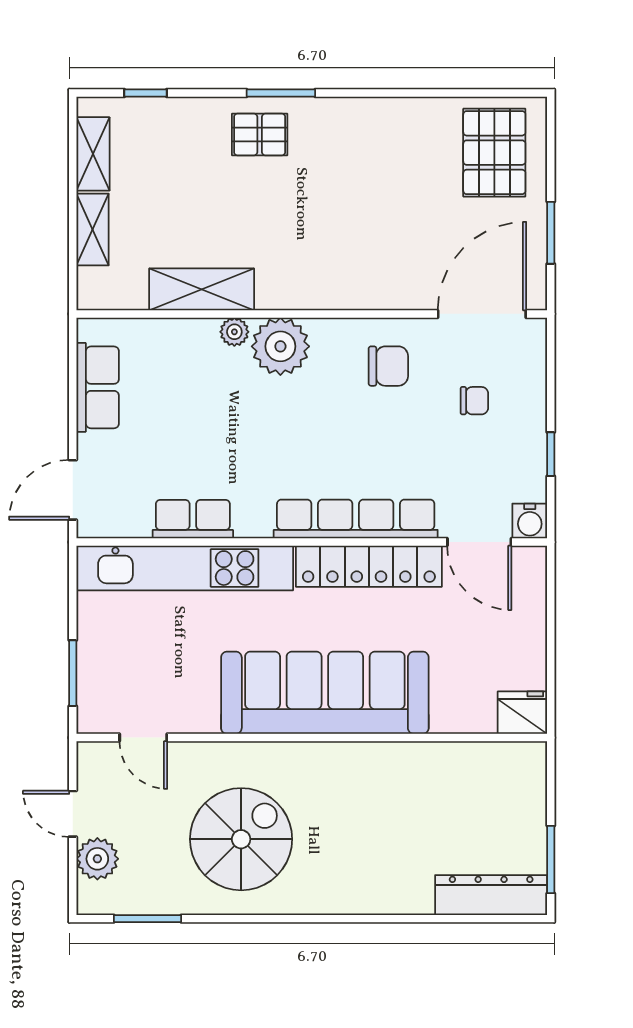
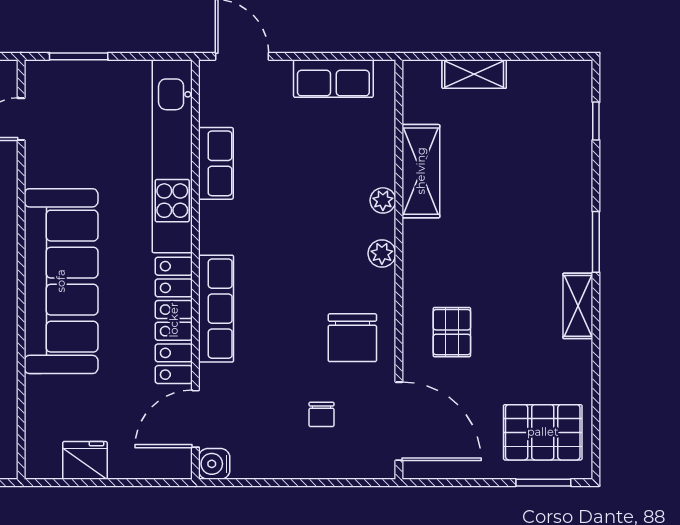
pallet: (260, 135) -> (452, 332), moved
shelving: (93, 154) -> (578, 306), moved, turned 90
window: (551, 233) -> (543, 483), moved
plant: (280, 346) -> (382, 253), width x0.53, depth x0.53
chair: (388, 366) -> (352, 338), width x1.37, depth x1.37
window: (551, 454) -> (274, 483), removed
row of seats: (356, 519) -> (216, 309), width x0.73
fridge: (522, 713) -> (85, 460), moved, turned -90

